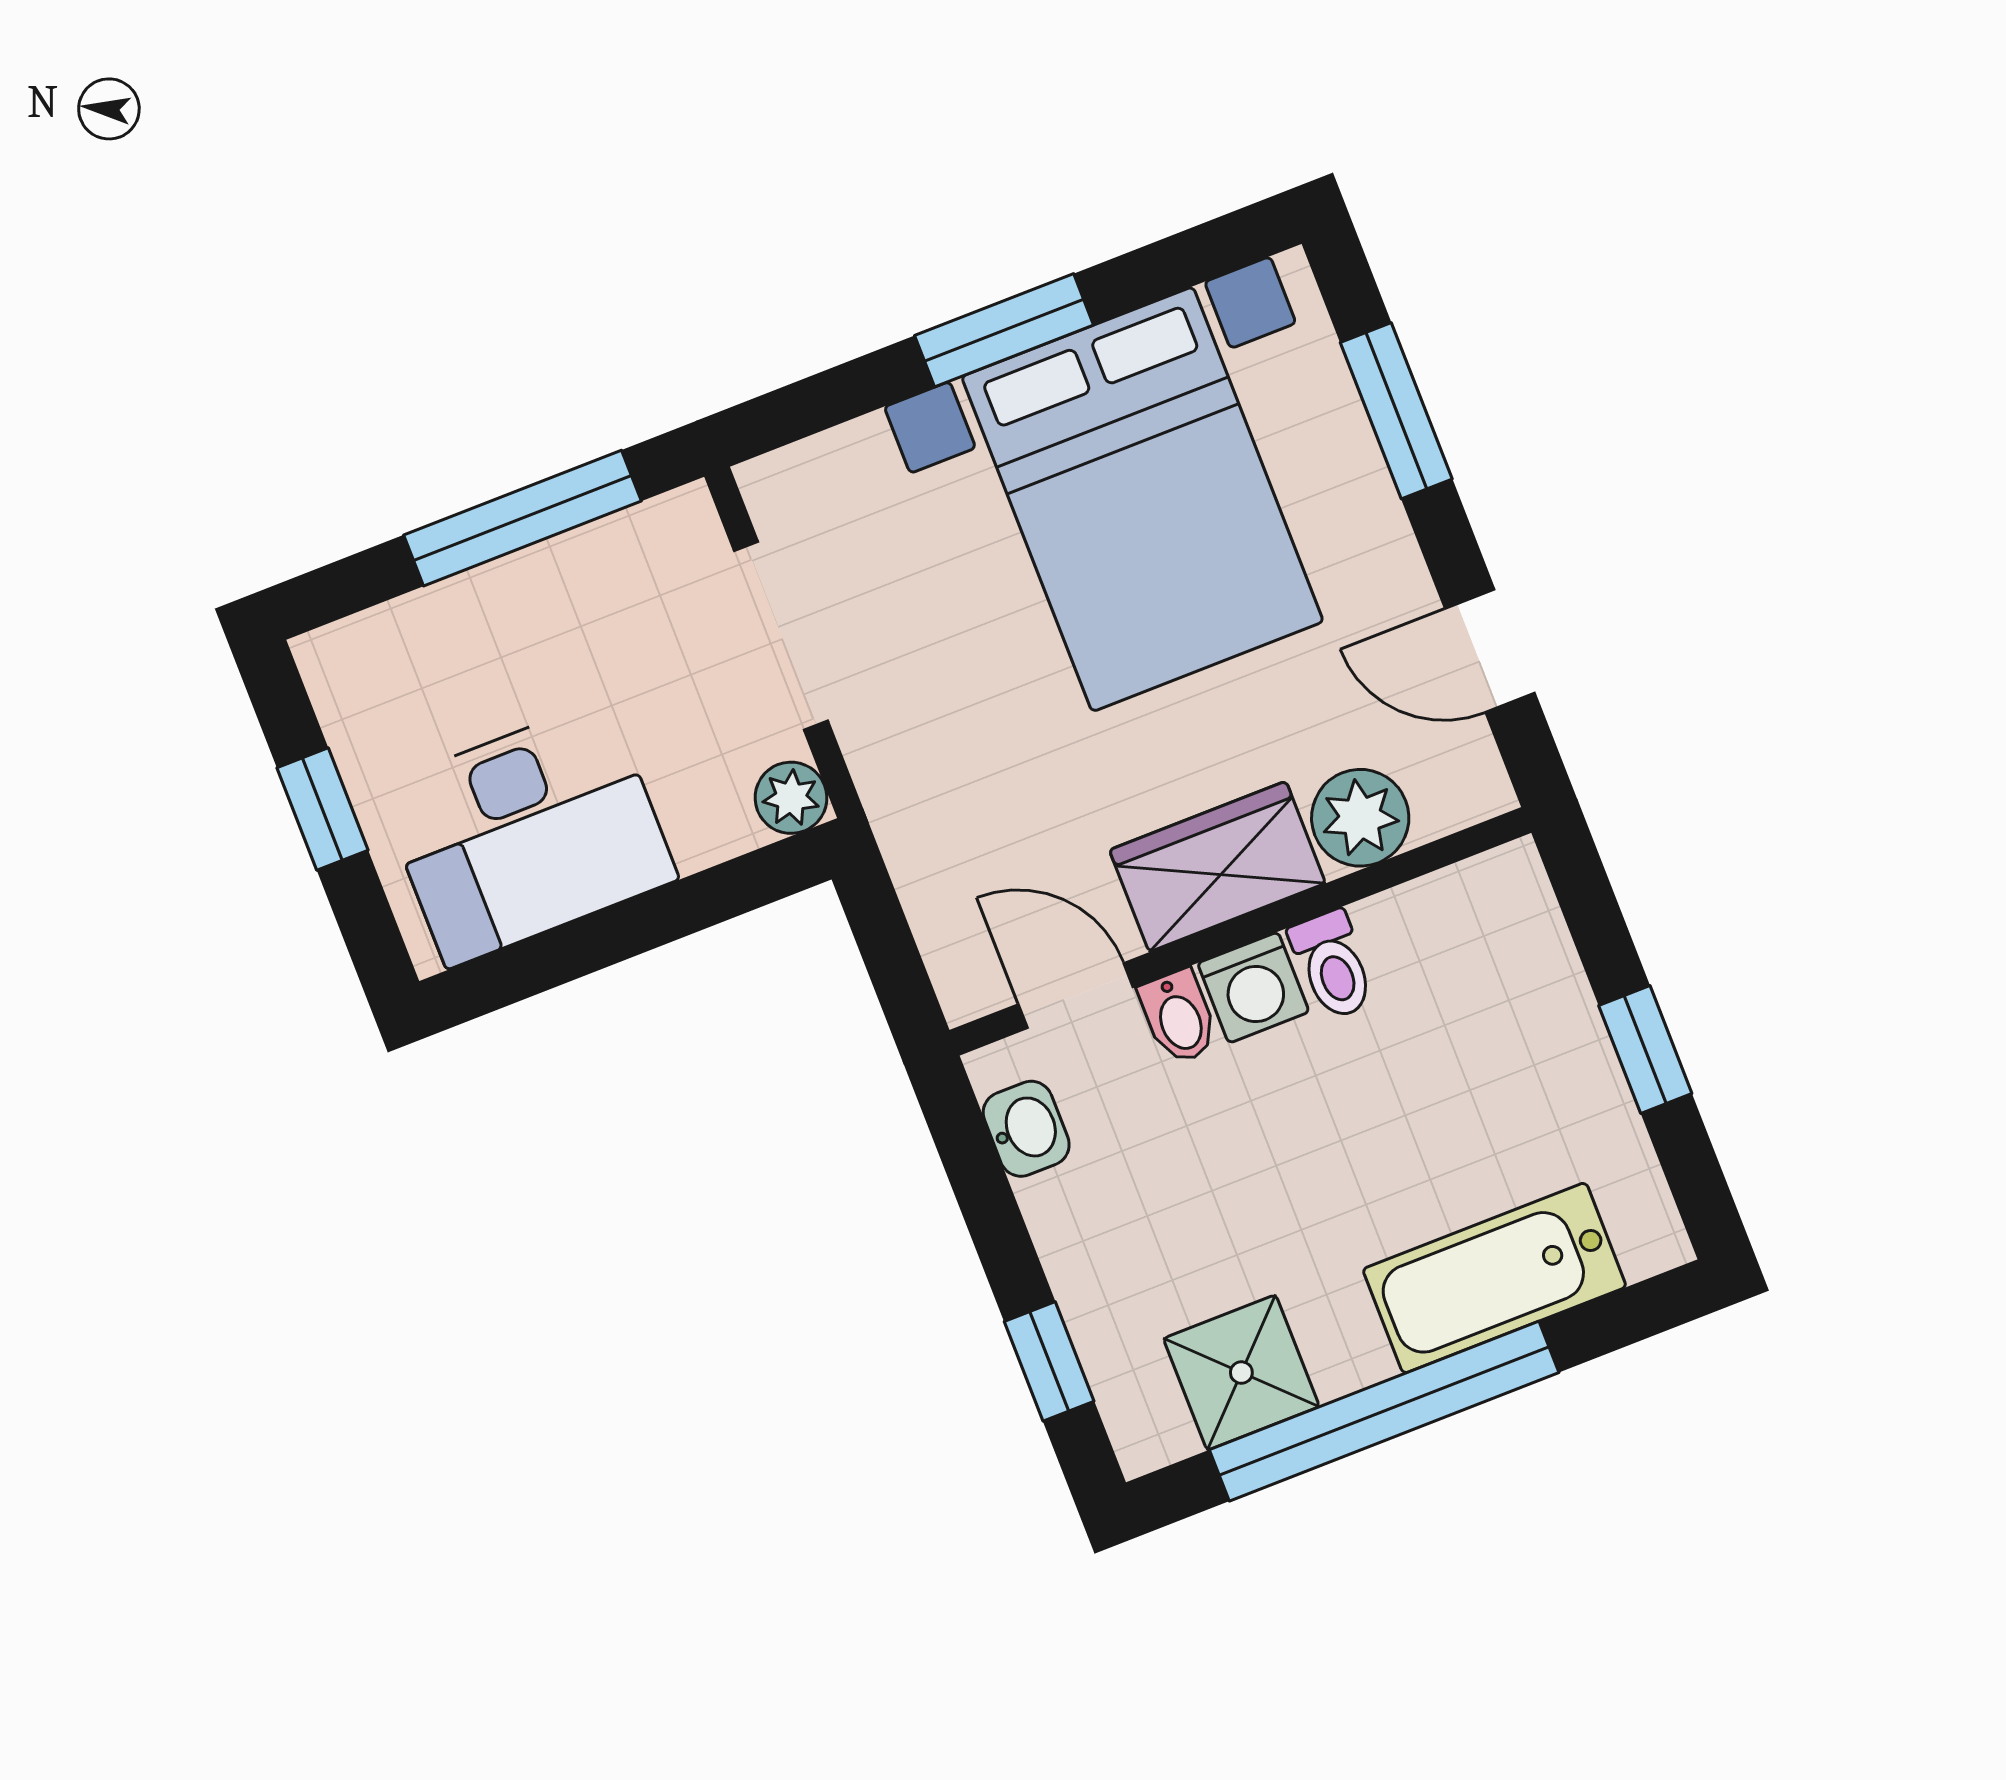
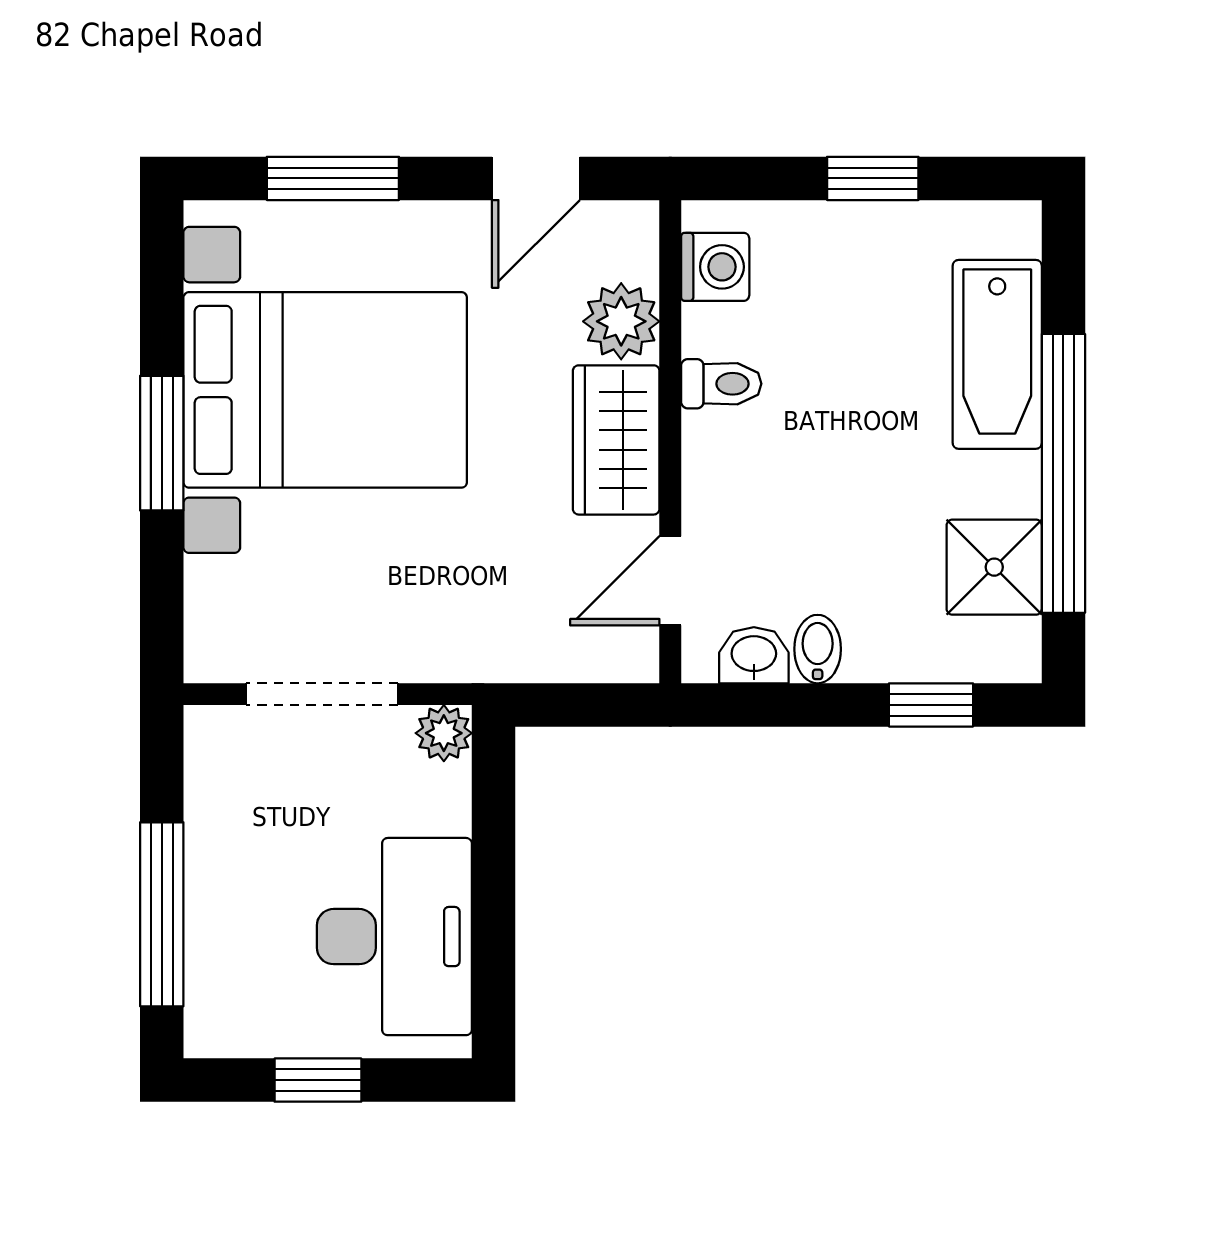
window: (523, 518) -> (162, 914), moved
washing machine: (1253, 988) -> (715, 267), moved
bidet: (1179, 1017) -> (818, 649), moved, turned -90

